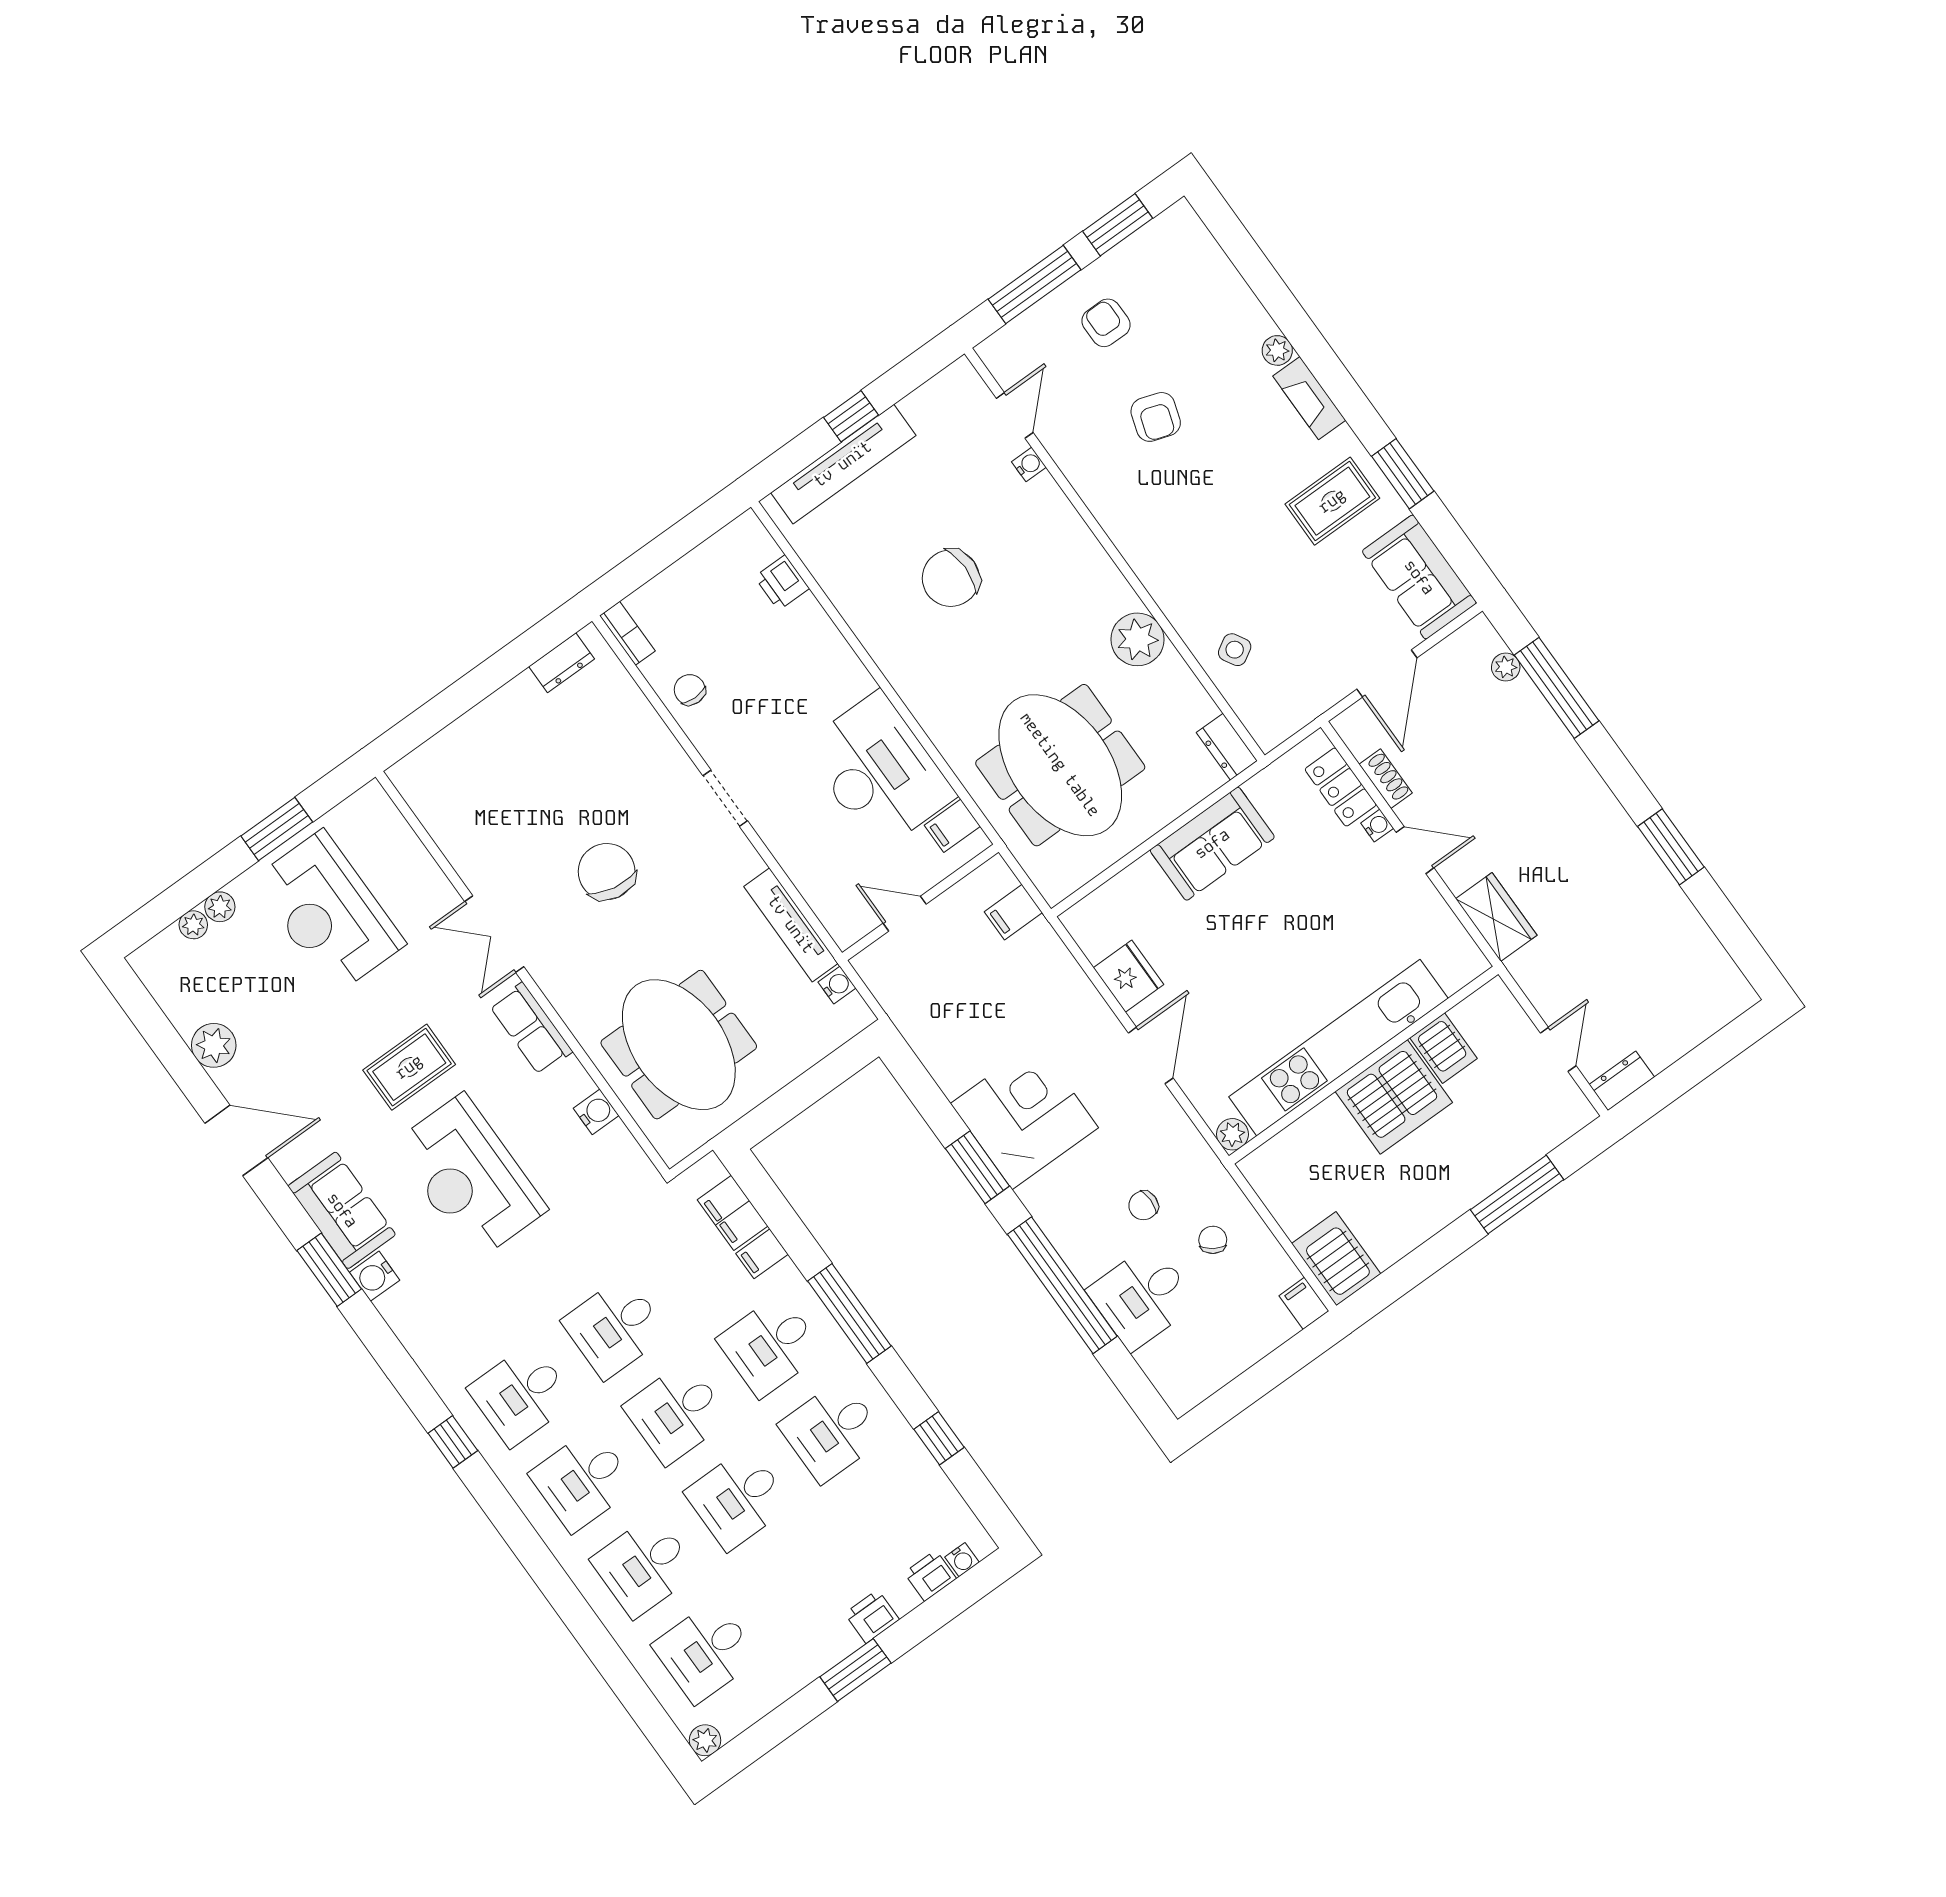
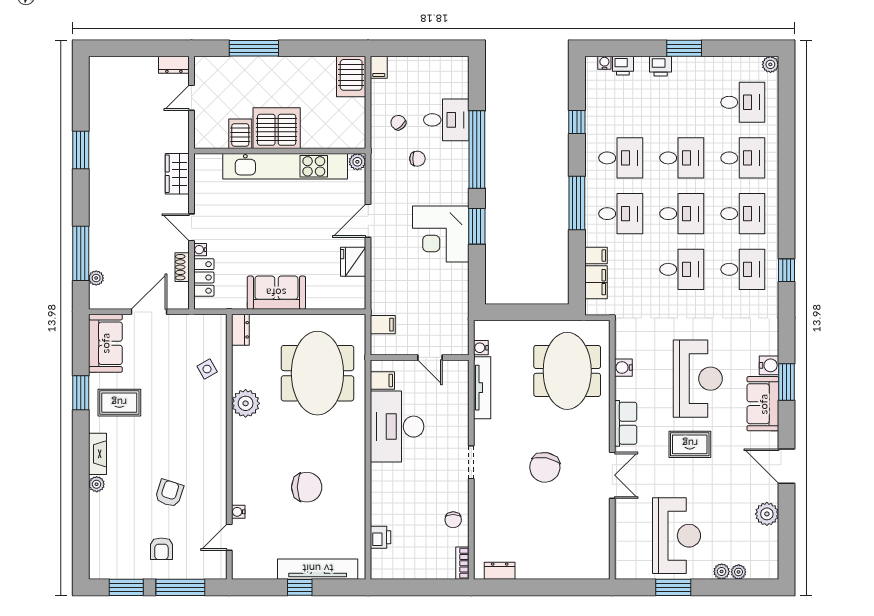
chair: (1213, 1240) -> (398, 123), turned 104

